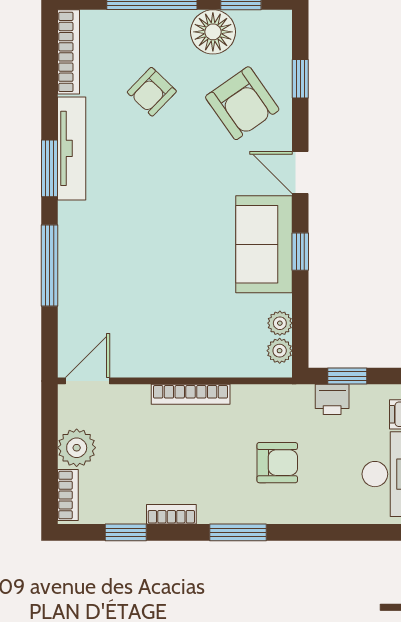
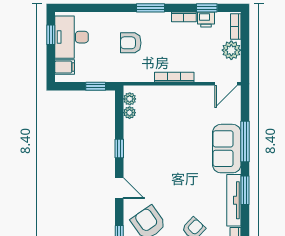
sofa: (264, 244) -> (227, 149), moved, turned 180
printer: (332, 399) -> (206, 20), moved, turned 180

